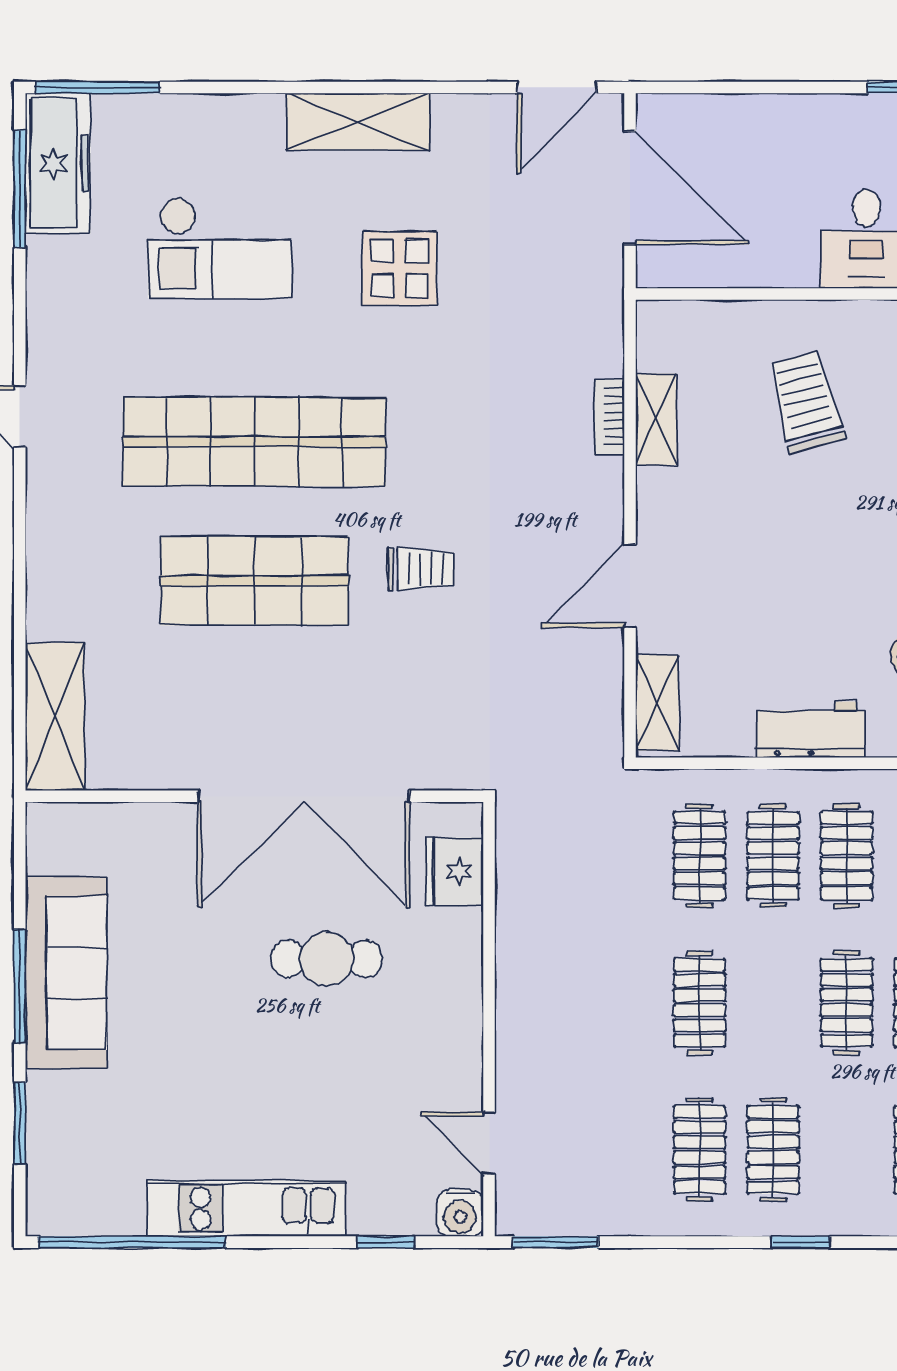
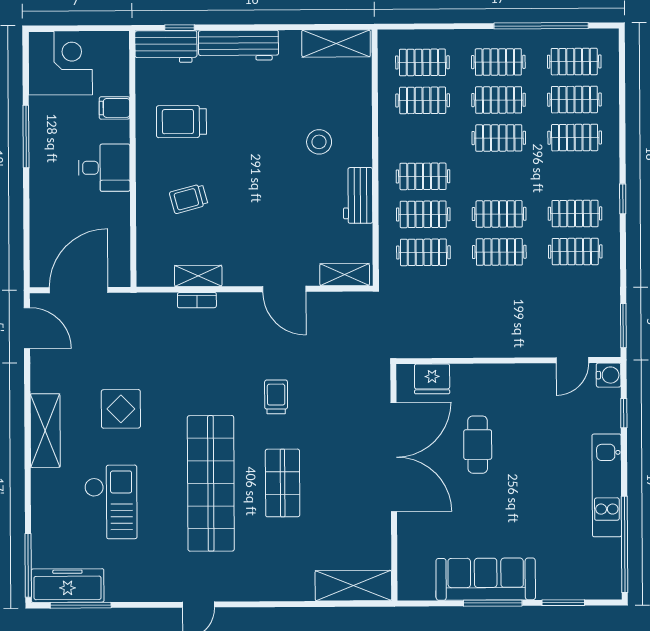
trolley: (806, 402) -> (189, 199), width x0.73, depth x0.72
shop shelf: (254, 581) -> (283, 483), width x0.70, depth x0.74
clothes rail: (847, 1003) -> (499, 214), moved

